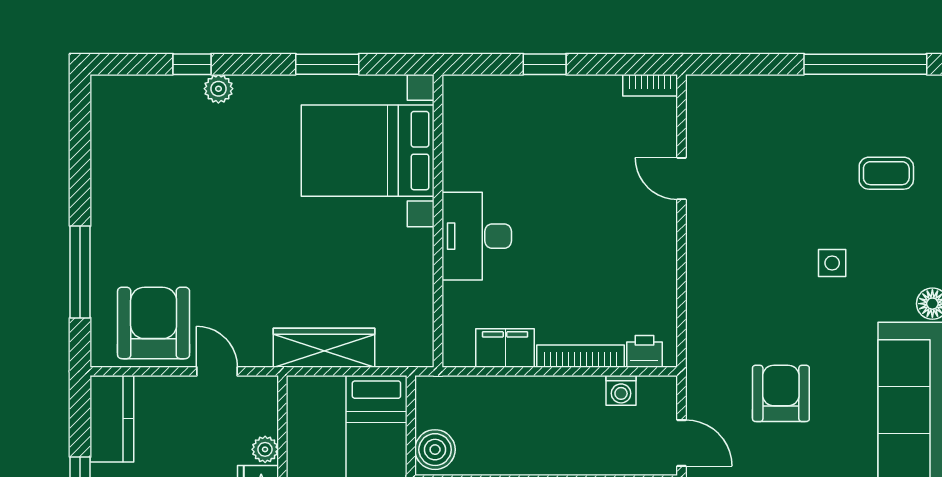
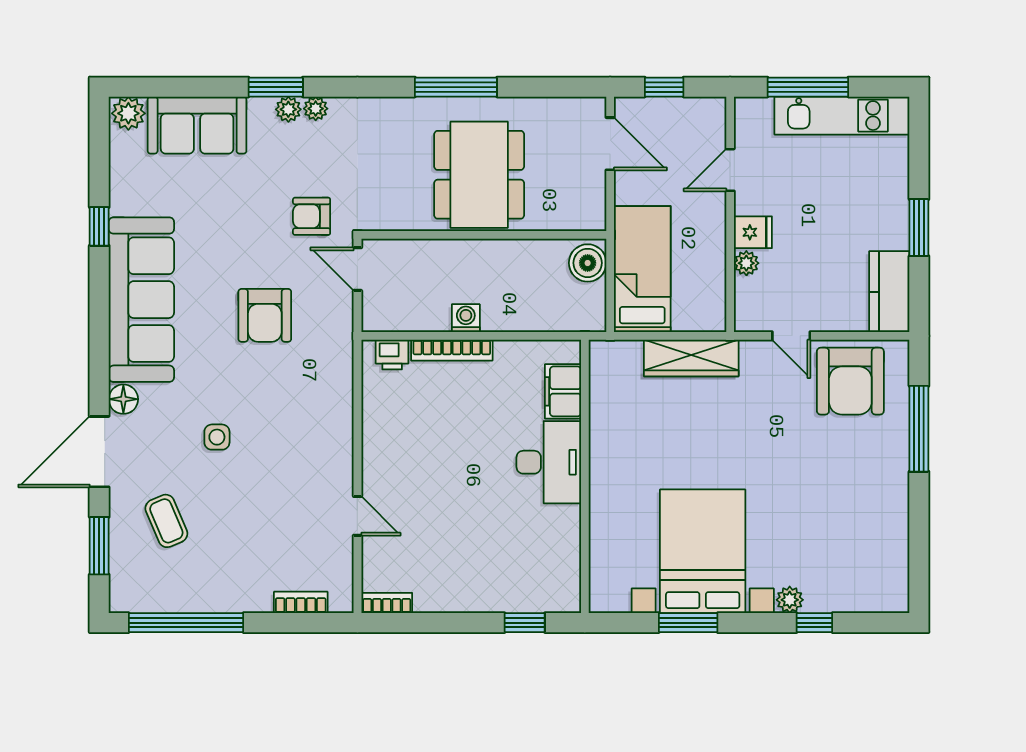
window: (545, 64) -> (525, 623), moved
bookcase: (742, 86) -> (301, 602), added
bed with nightstands: (368, 151) -> (703, 551), moved, turned -90
coffee table: (886, 173) -> (166, 521), turned 67
filing cabinet: (505, 348) -> (563, 391), moved, turned 90
washing machine: (621, 390) -> (466, 318), moved

